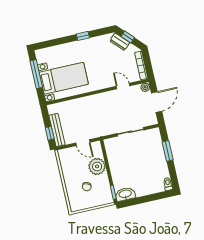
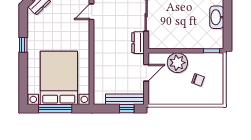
bed with nightstands: (64, 78) -> (59, 78), width x1.36
dresser: (106, 130) -> (138, 43), added
washbasin: (125, 194) -> (217, 17), moved

